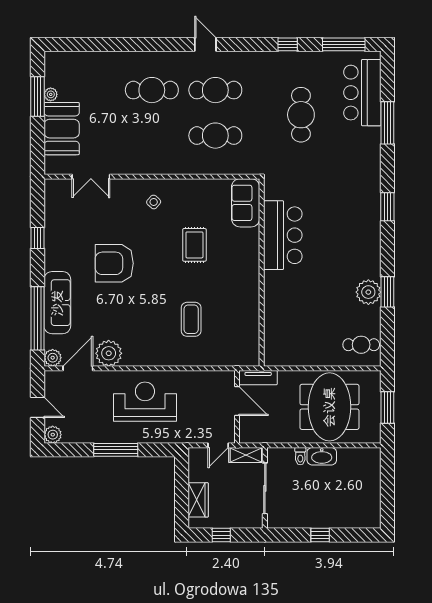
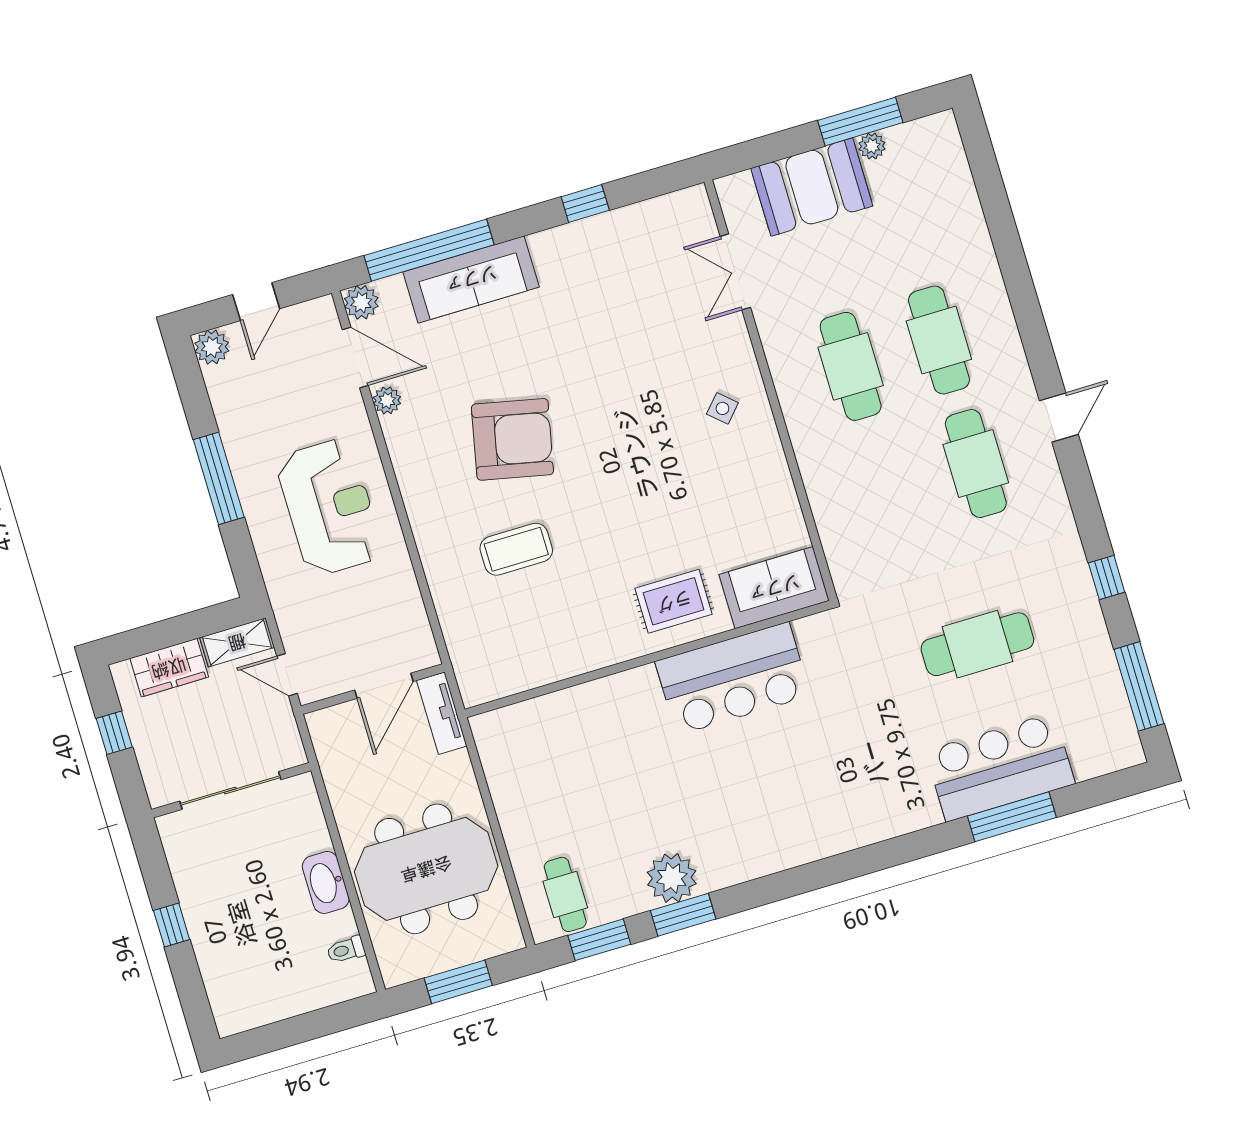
bar counter: (362, 93) -> (1000, 767), moved
cafe table: (215, 136) -> (851, 366), moved
window: (387, 207) -> (599, 940), moved
rug: (194, 245) -> (674, 601), moved
armchair: (114, 263) -> (512, 439), moved, turned 102
plant: (109, 353) -> (387, 400), width x0.53, depth x0.53
shelving: (246, 455) -> (237, 642), moved, turned 90
toilet: (300, 456) -> (346, 950), moved

